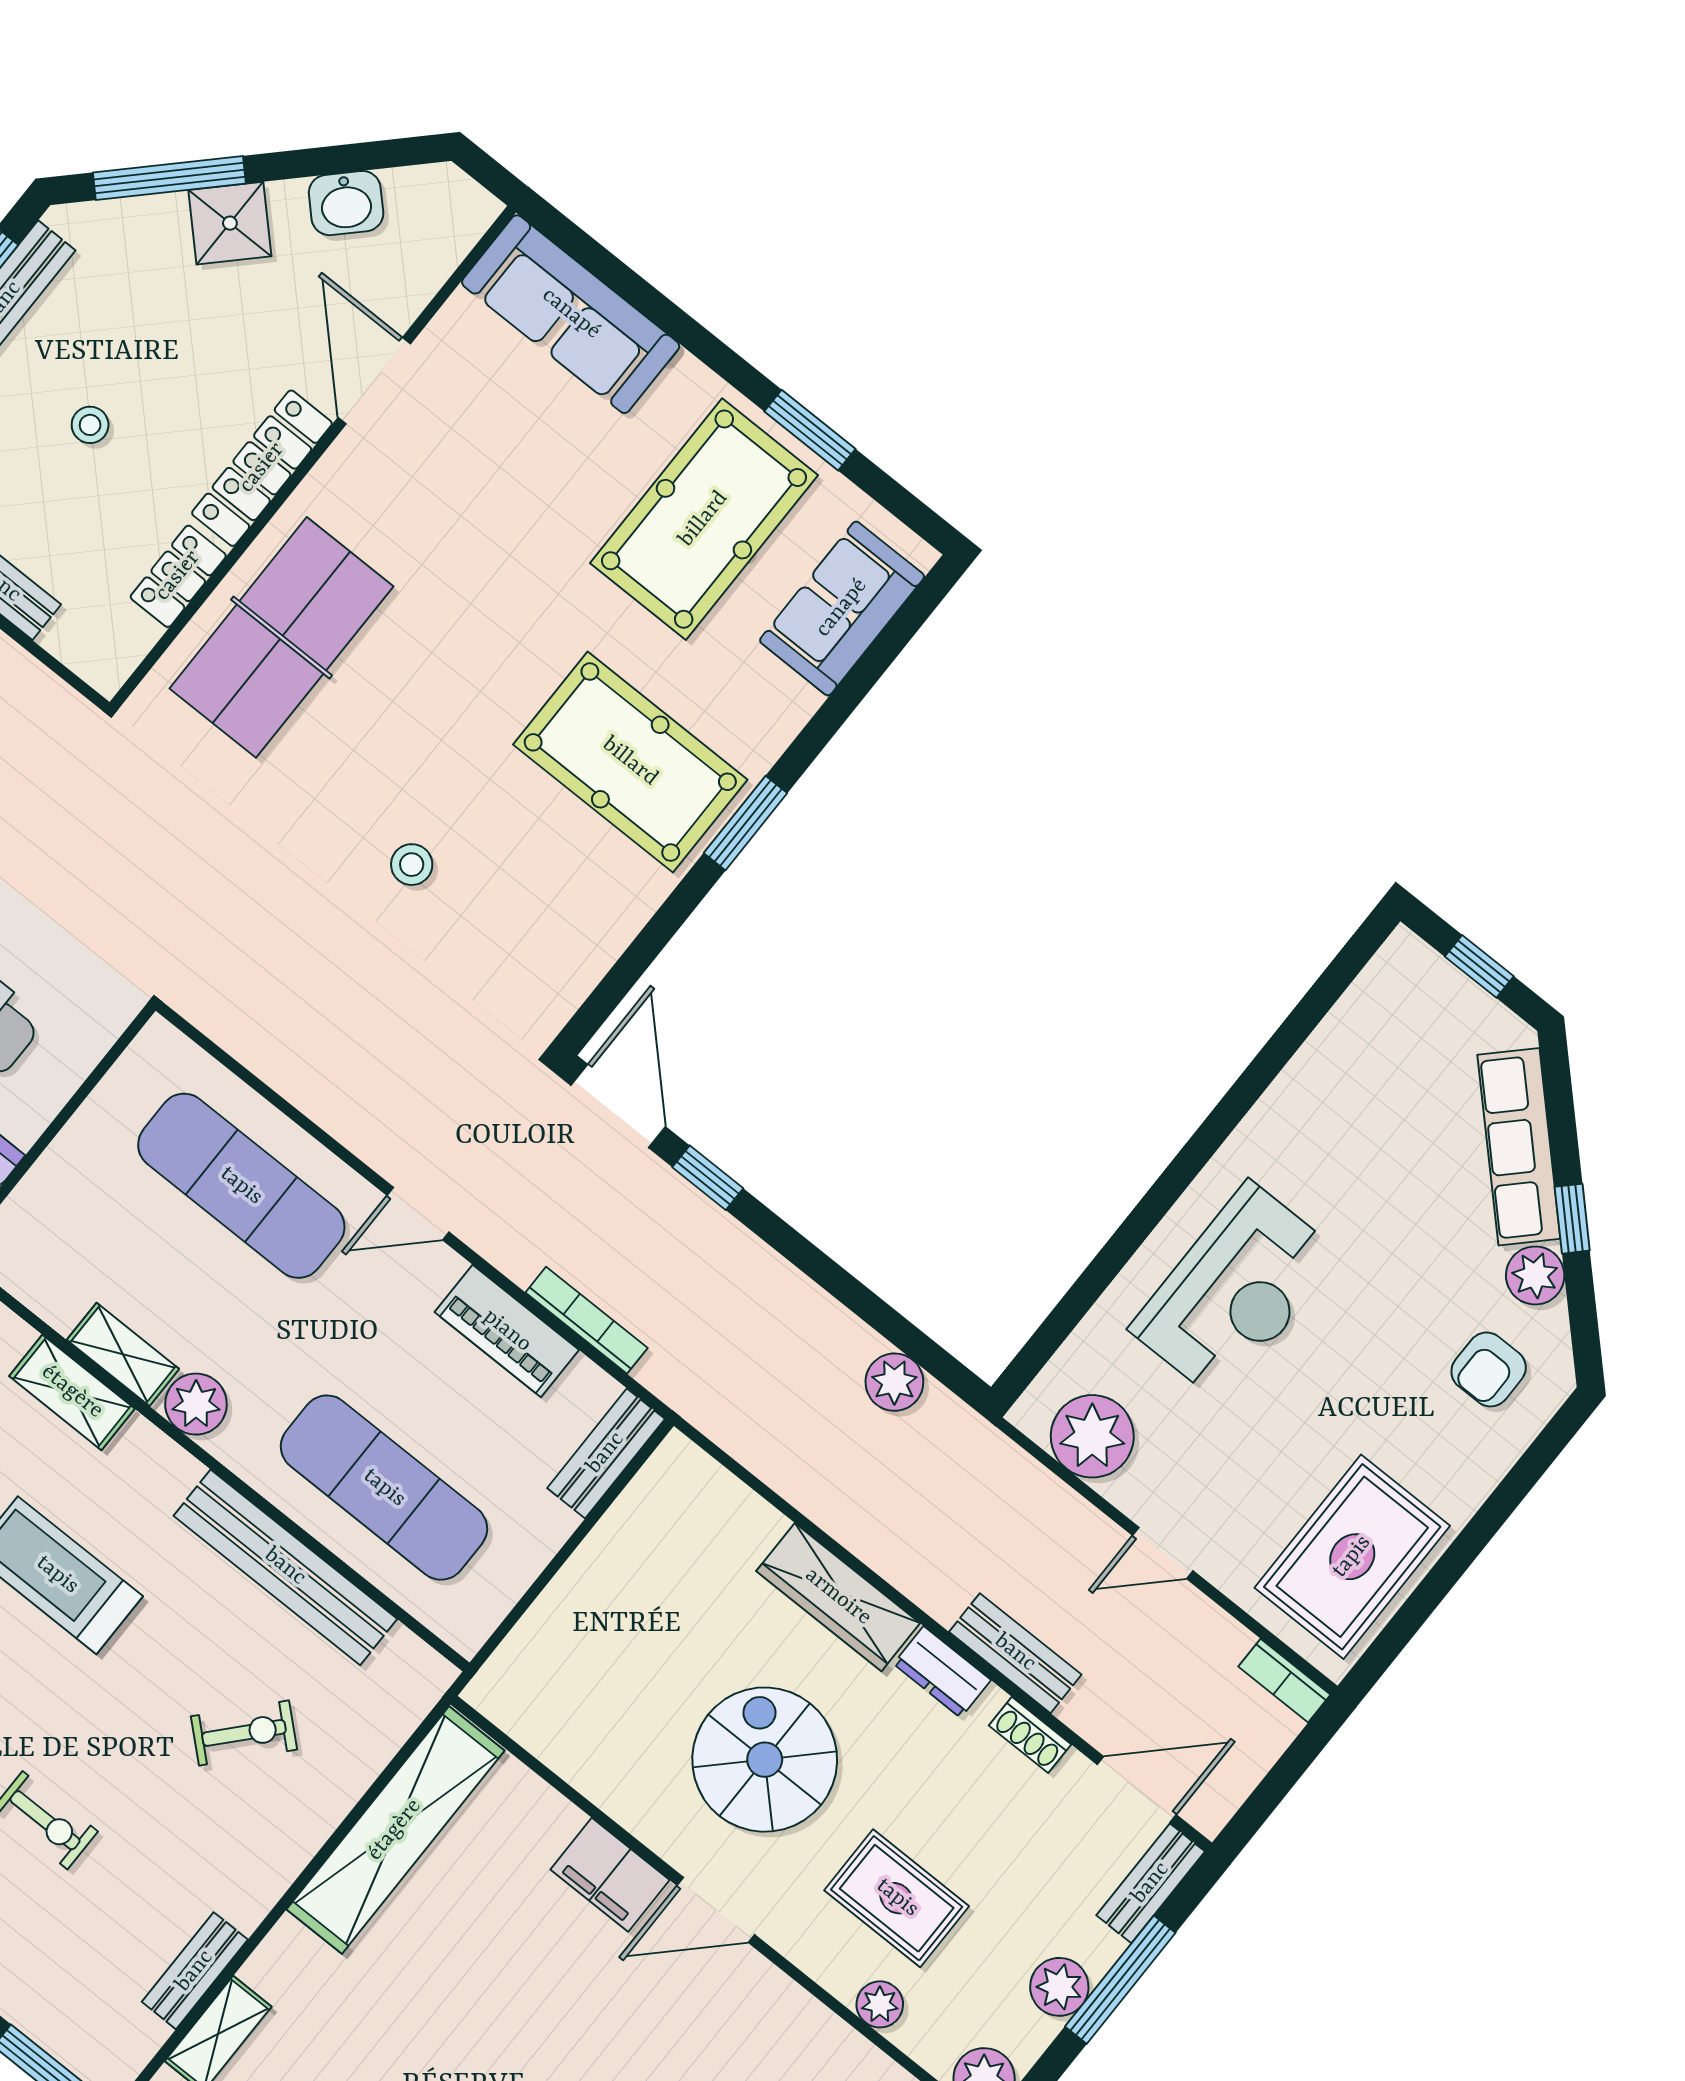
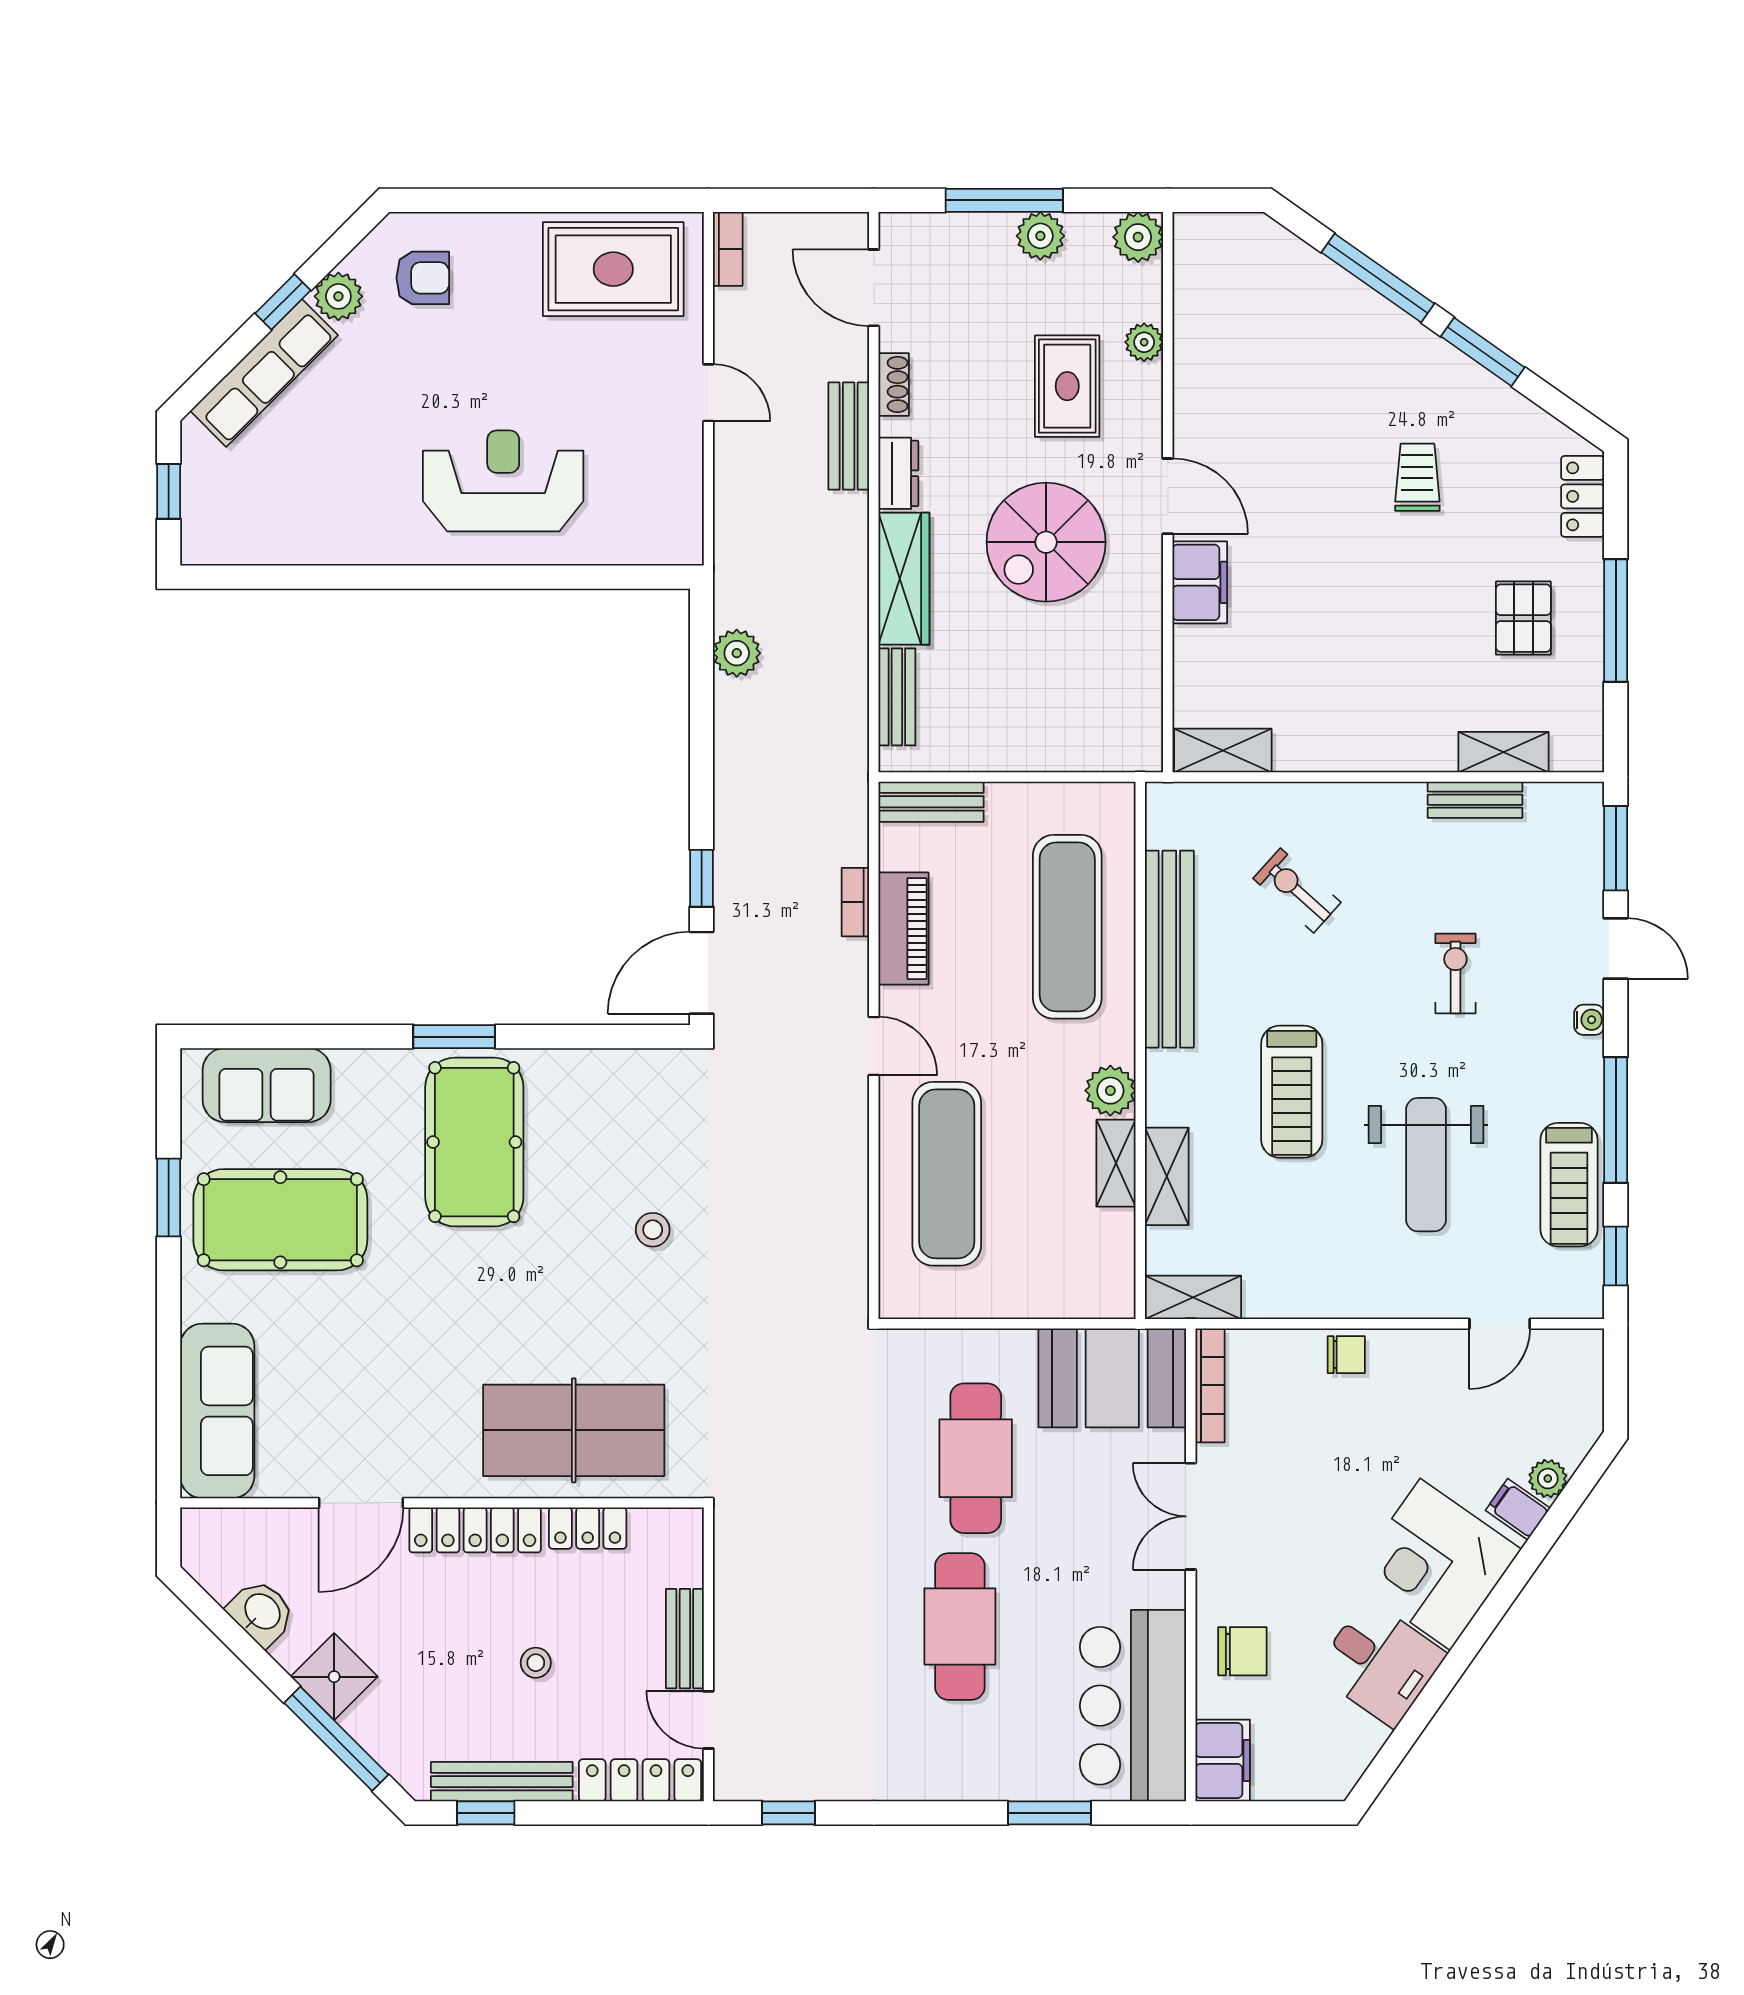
bookcase: (587, 1320) -> (855, 902), width x0.64
plant: (1092, 1436) -> (670, 498), removed
shelving: (395, 1830) -> (1223, 750), width x0.45, depth x0.75
bench: (1151, 1883) -> (897, 697), moved, turned 90

